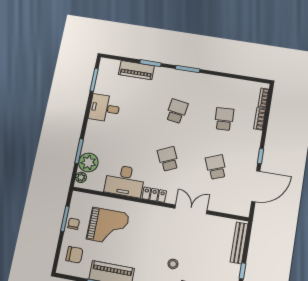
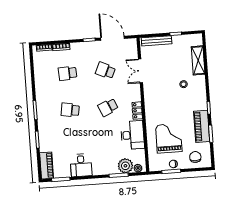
piano: (136, 70) -> (47, 166), moved
school desk: (216, 167) -> (105, 70), turned 45
double door: (191, 209) -> (140, 71), moved

